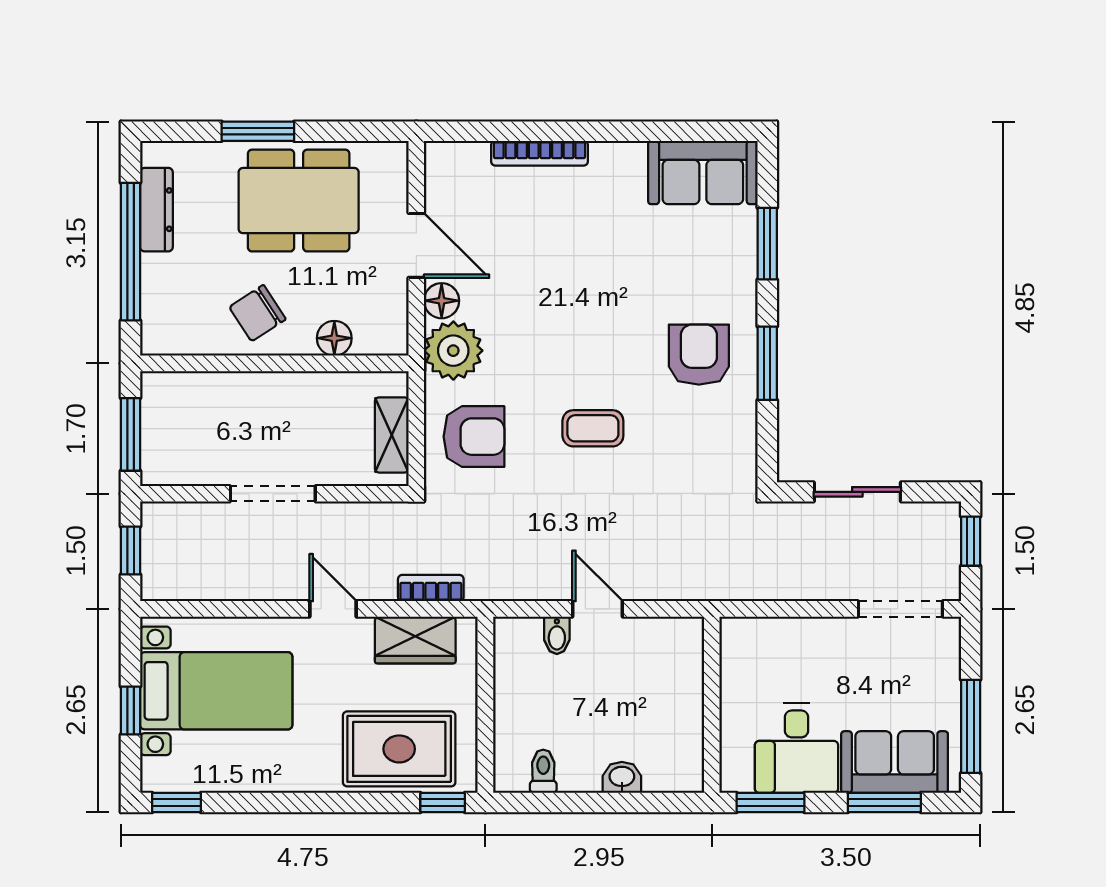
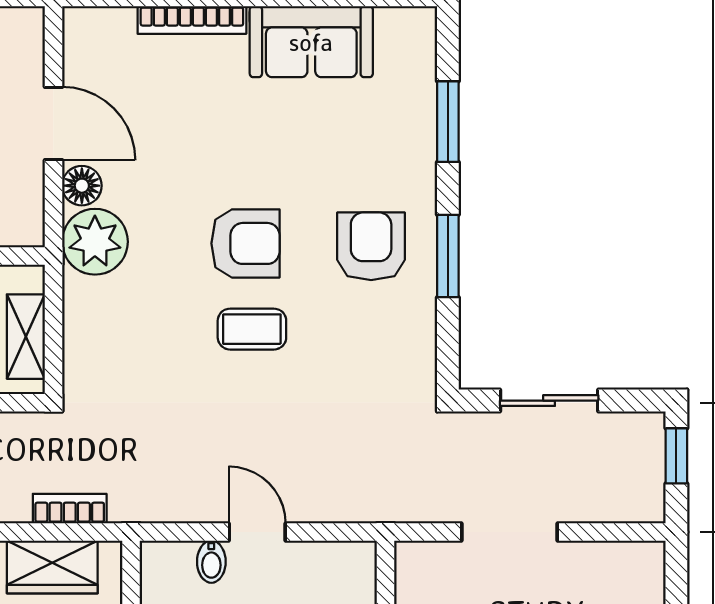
sofa: (703, 173) -> (311, 42), moved
armchair: (474, 437) -> (245, 243), moved
doorway: (900, 609) -> (509, 532), moved

